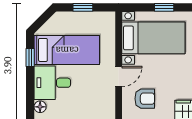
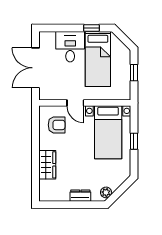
armchair: (145, 99) -> (57, 125), turned -90
floor lamp: (40, 107) -> (50, 36), removed

